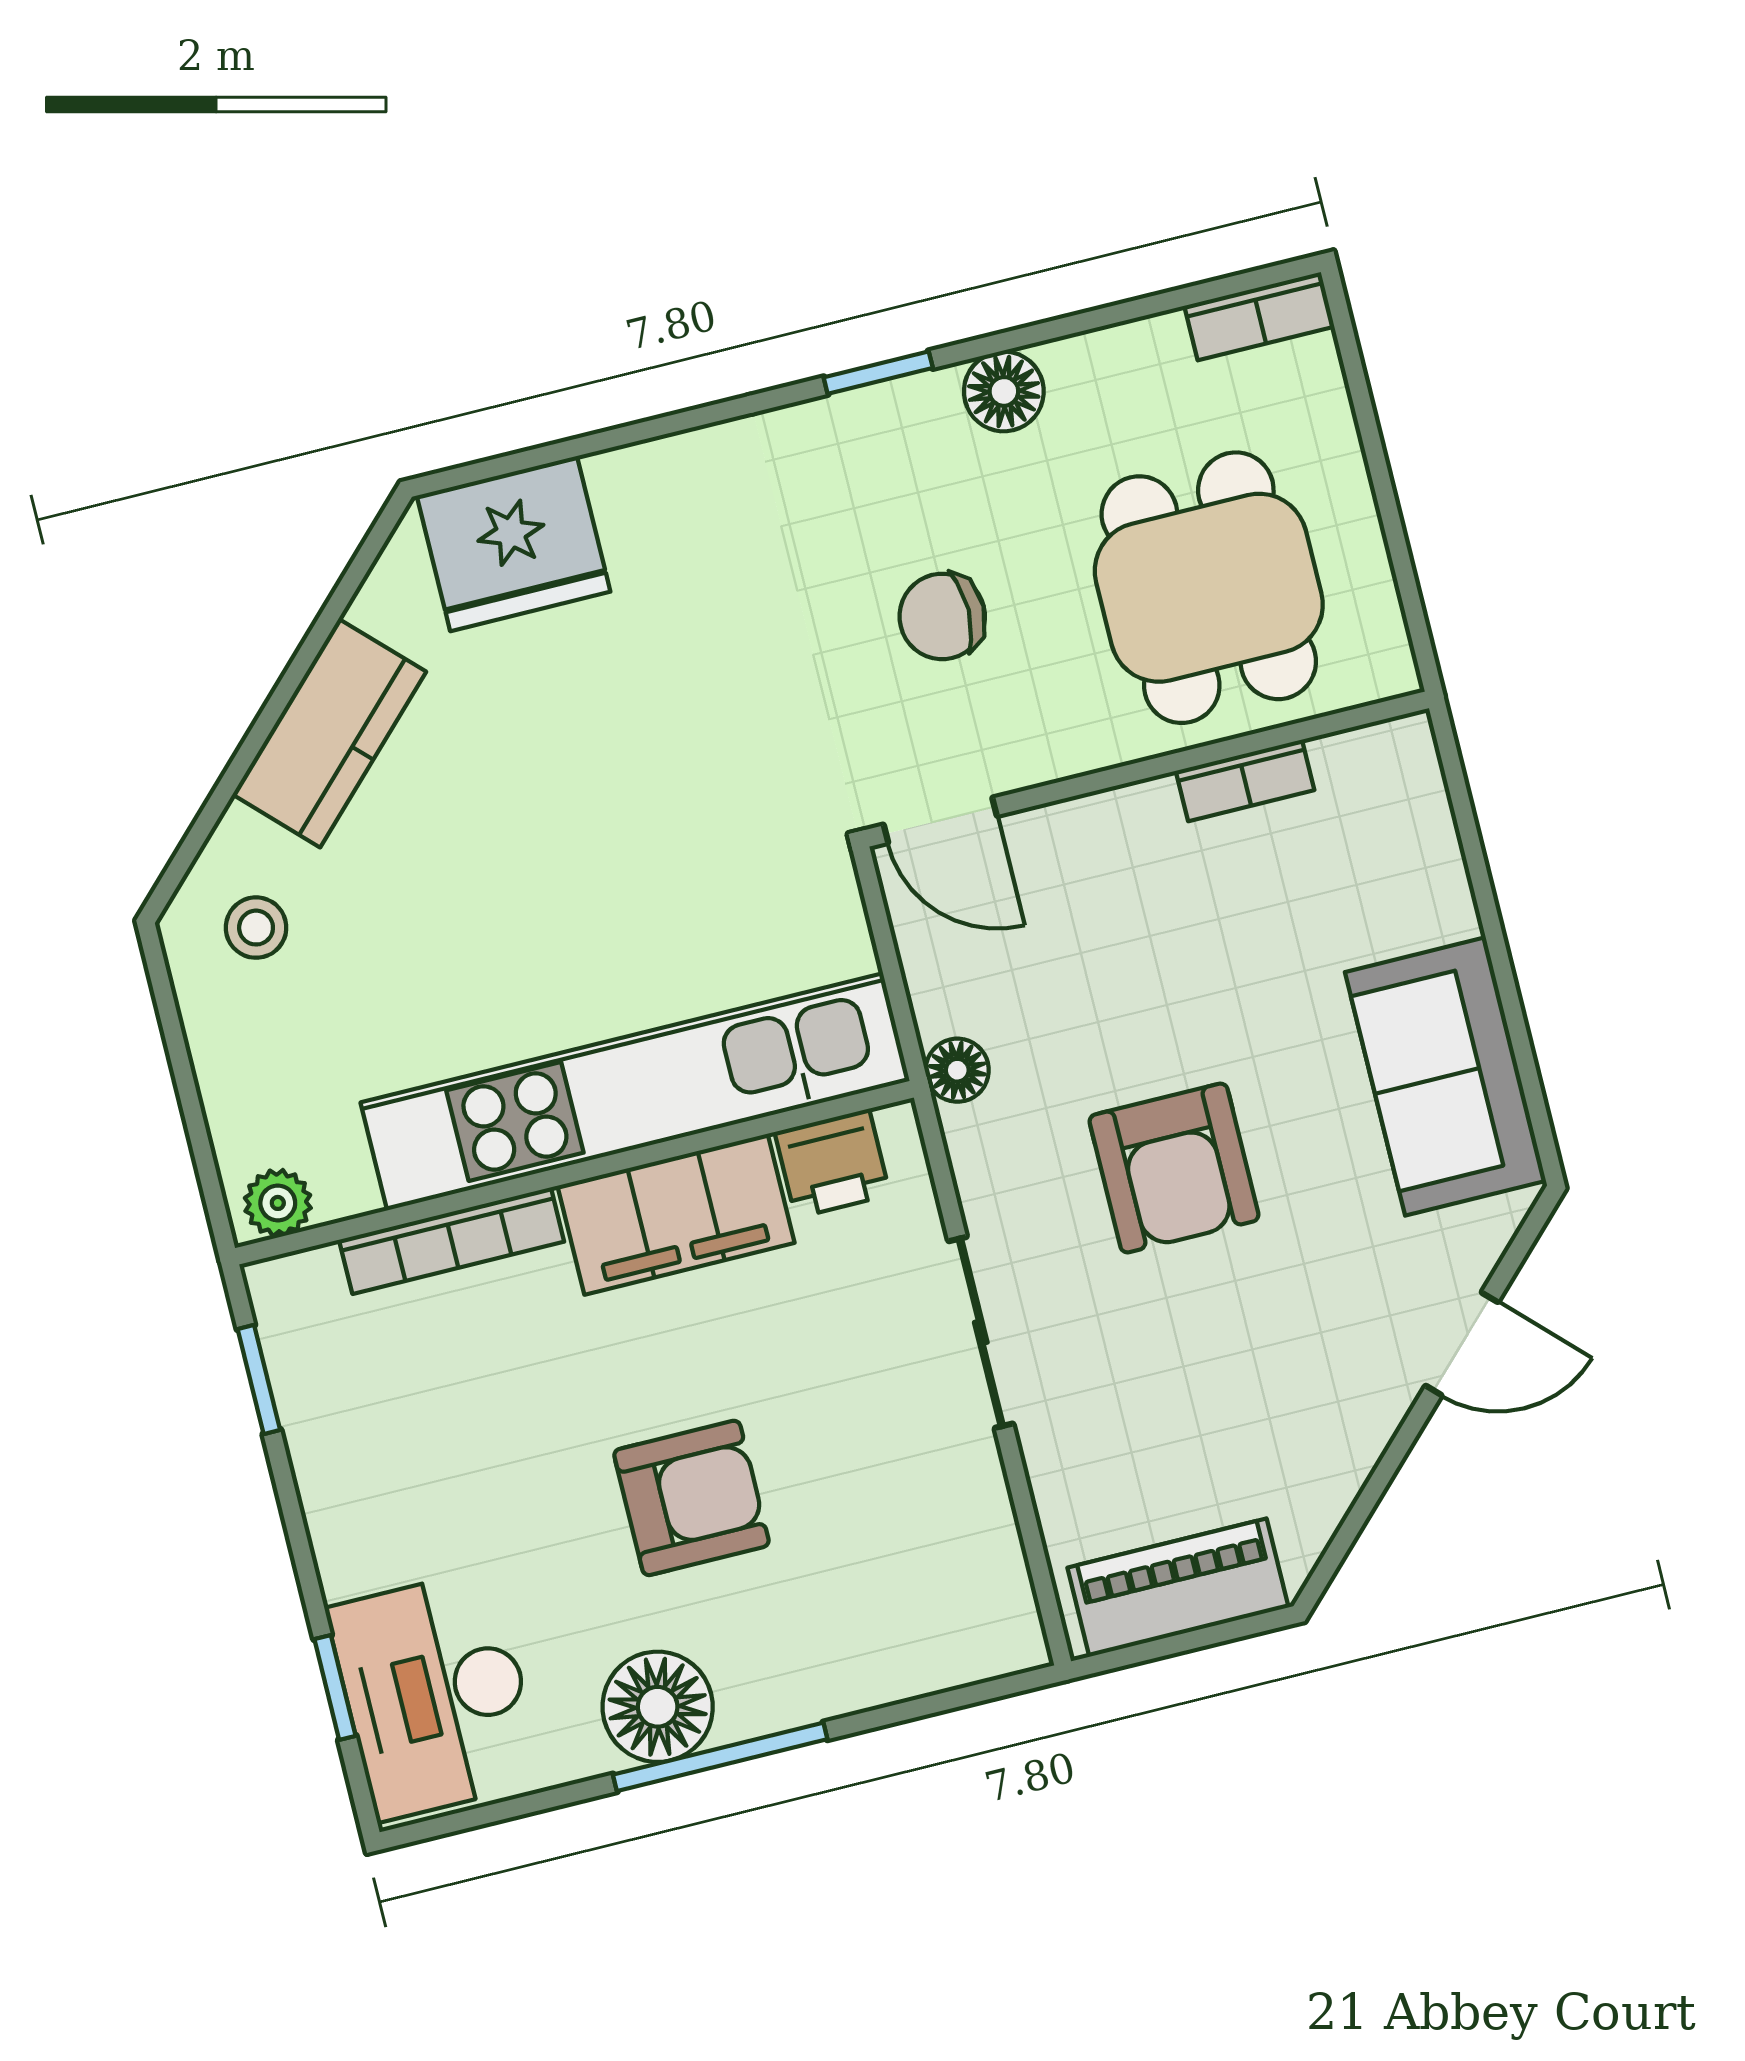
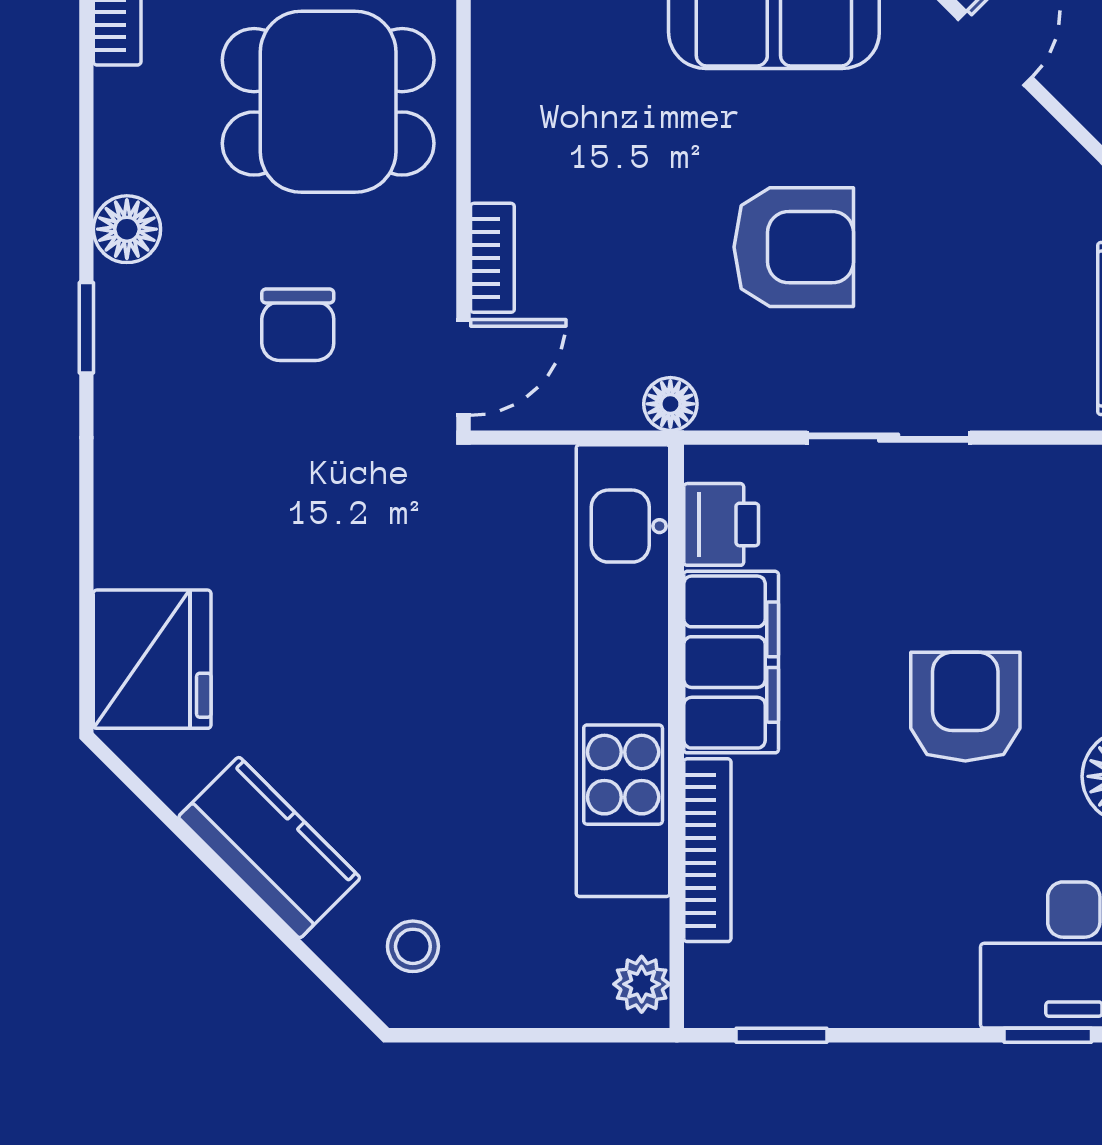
bookcase: (1245, 780) -> (492, 258), moved

